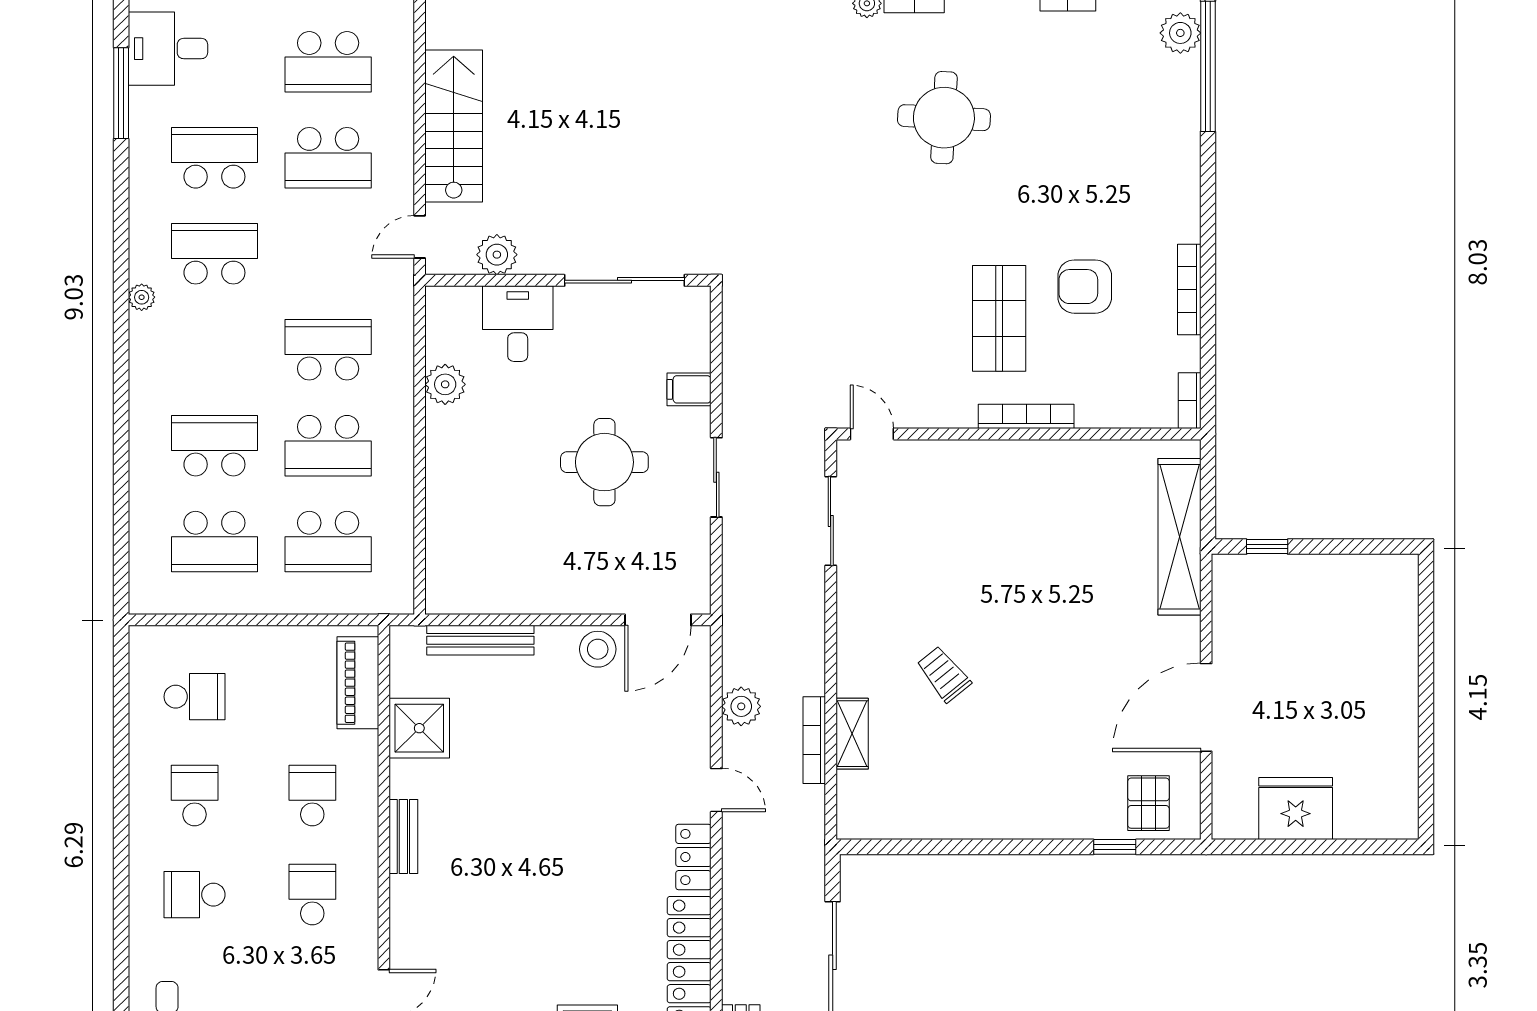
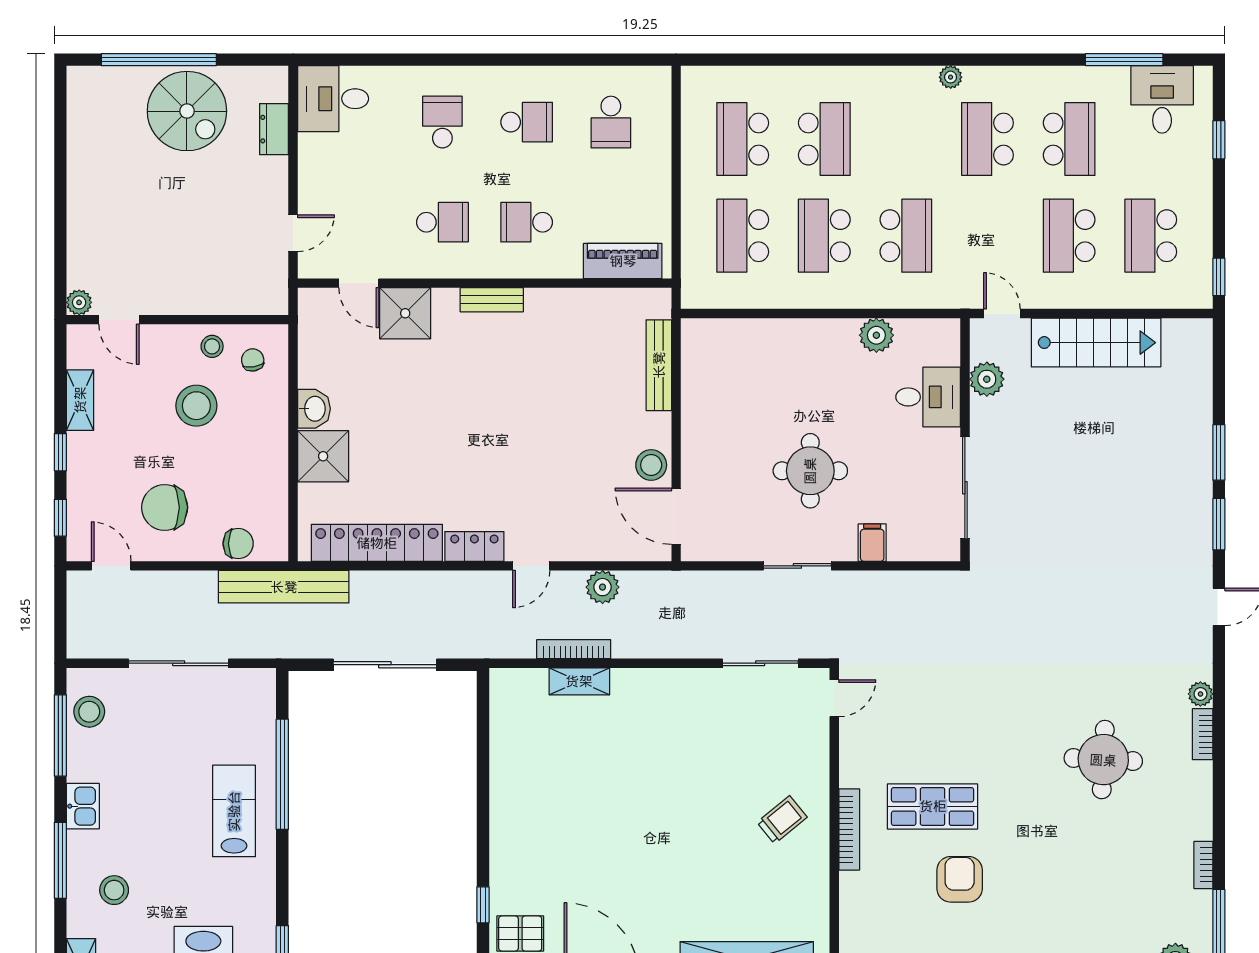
school desk: (214, 254) -> (988, 139), turned 180
trolley: (944, 674) -> (782, 820), moved
shower: (419, 728) -> (405, 313), moved
school desk: (312, 796) -> (527, 222), turned 180

